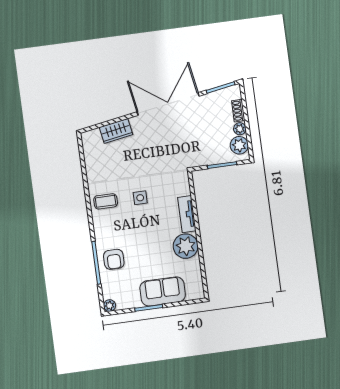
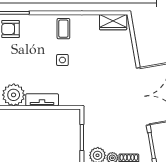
wardrobe: (116, 131) -> (113, 22), moved, turned -80

